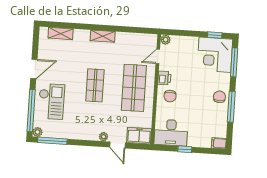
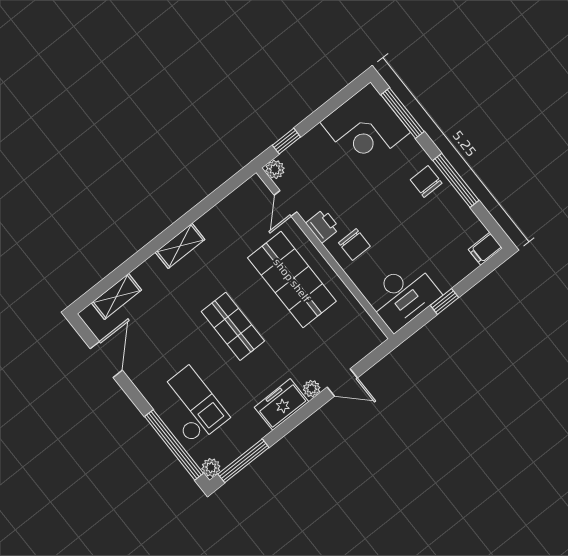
window: (215, 35) -> (286, 141), moved
door: (34, 69) -> (106, 359), moved
freezer: (139, 136) -> (282, 404), moved

